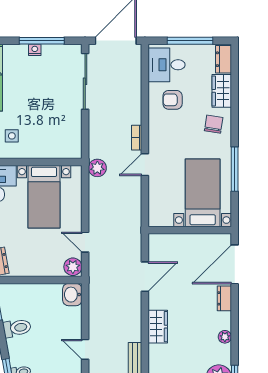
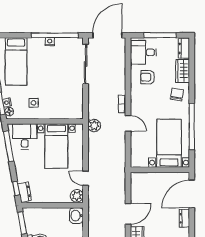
window: (42, 41) -> (55, 35), width x1.46
door: (145, 165) -> (128, 123), swing flipped
window: (235, 169) -> (192, 126), width x1.46
door: (145, 277) -> (128, 214), moved

